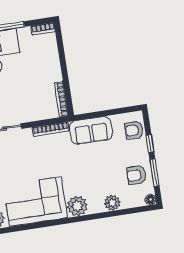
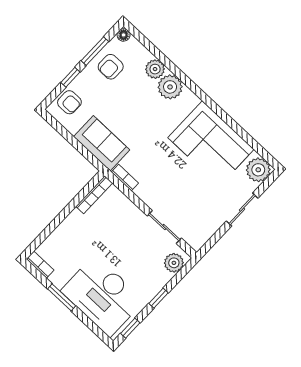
bookcase: (51, 129) -> (125, 178), width x0.64
armchair: (136, 175) -> (111, 67), turned 90
plant: (77, 206) -> (170, 87), moved

